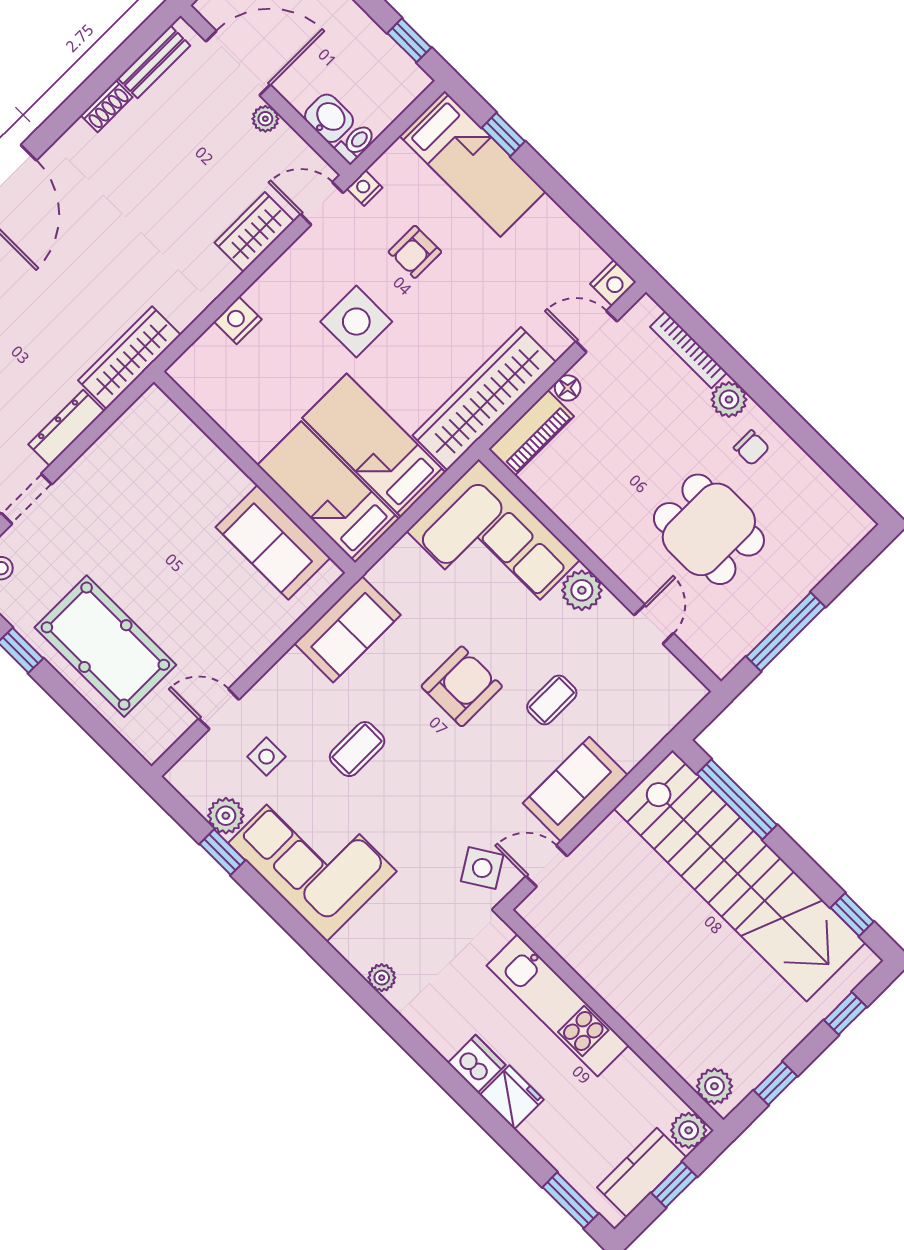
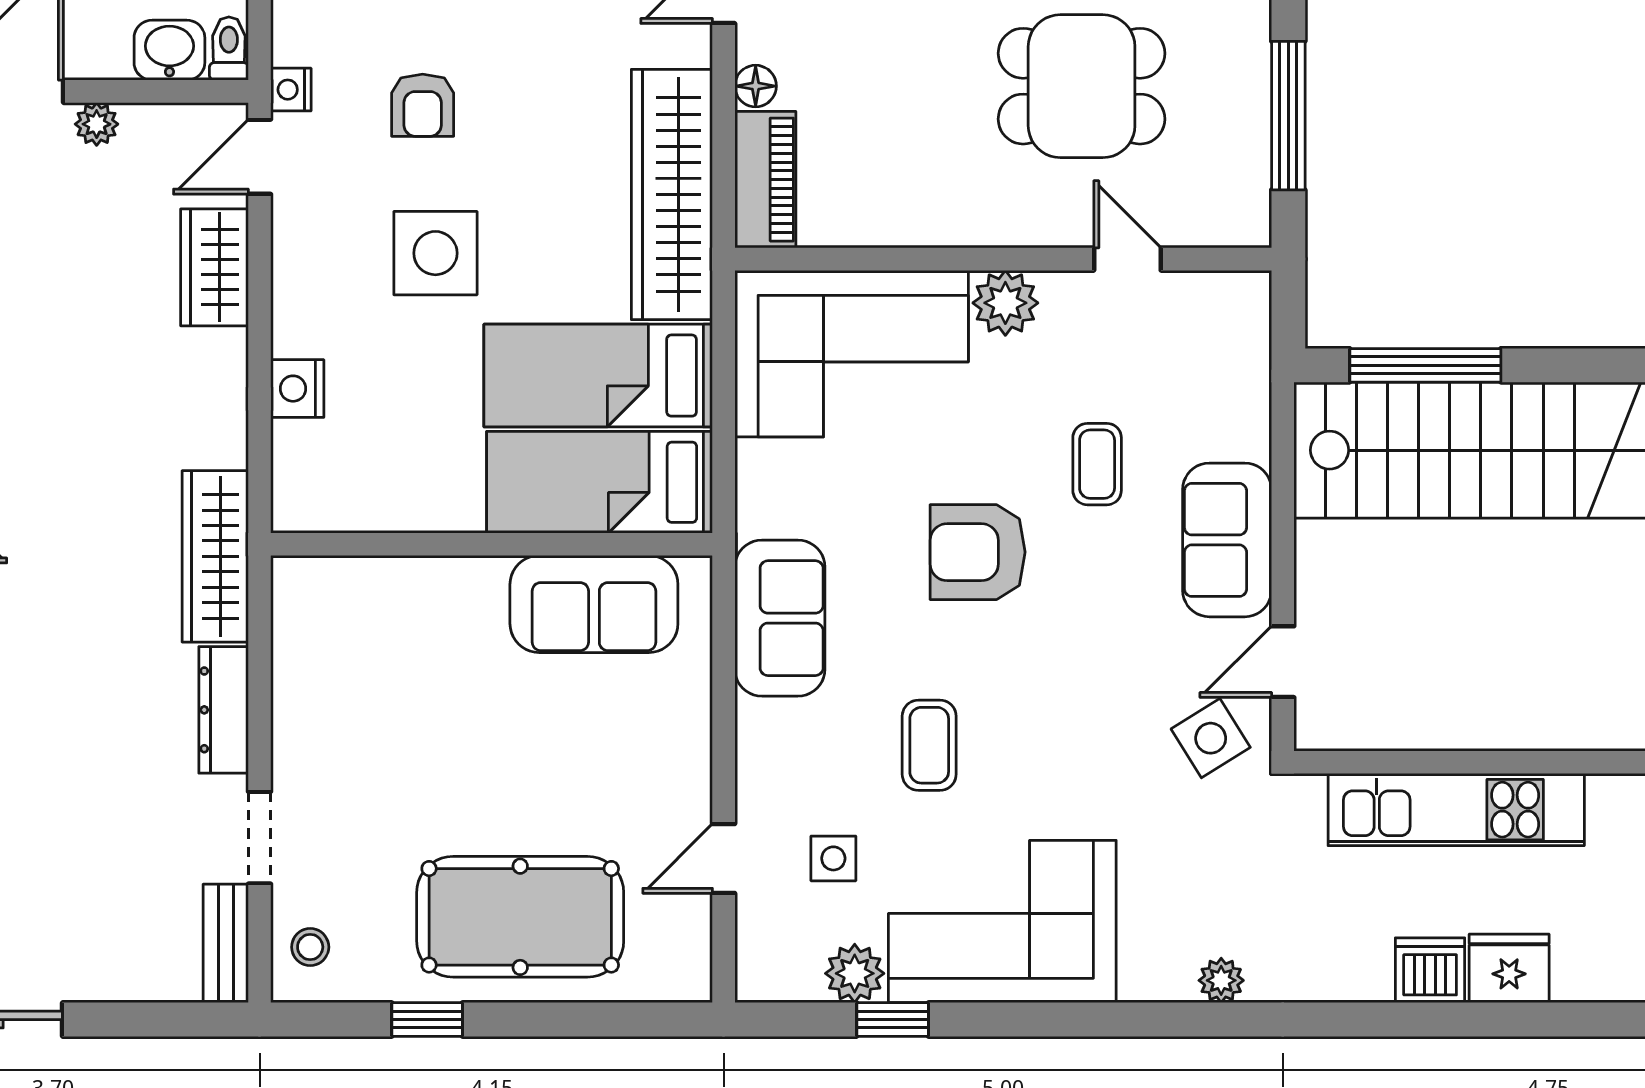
armchair: (462, 686) -> (978, 552), turned -90

